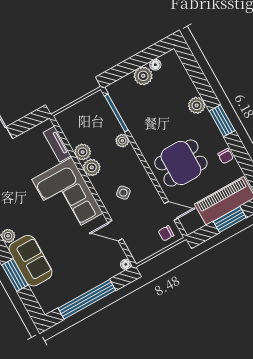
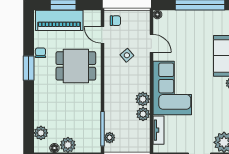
plant: (197, 105) -> (41, 133), moved
window: (222, 121) -> (29, 68), moved
plant: (122, 141) -> (110, 138), moved
side table: (123, 193) -> (127, 55), moved

